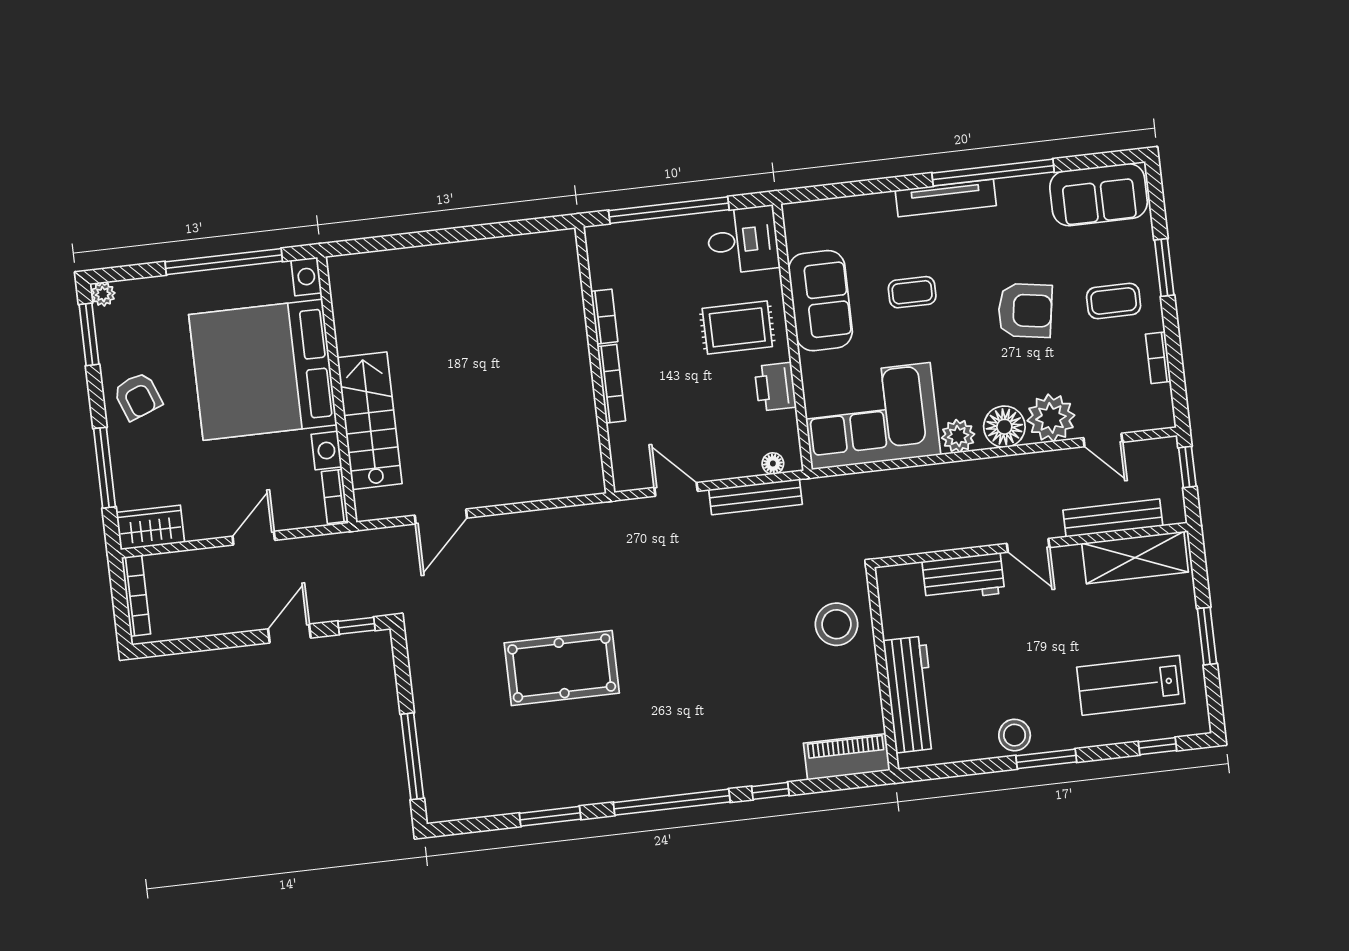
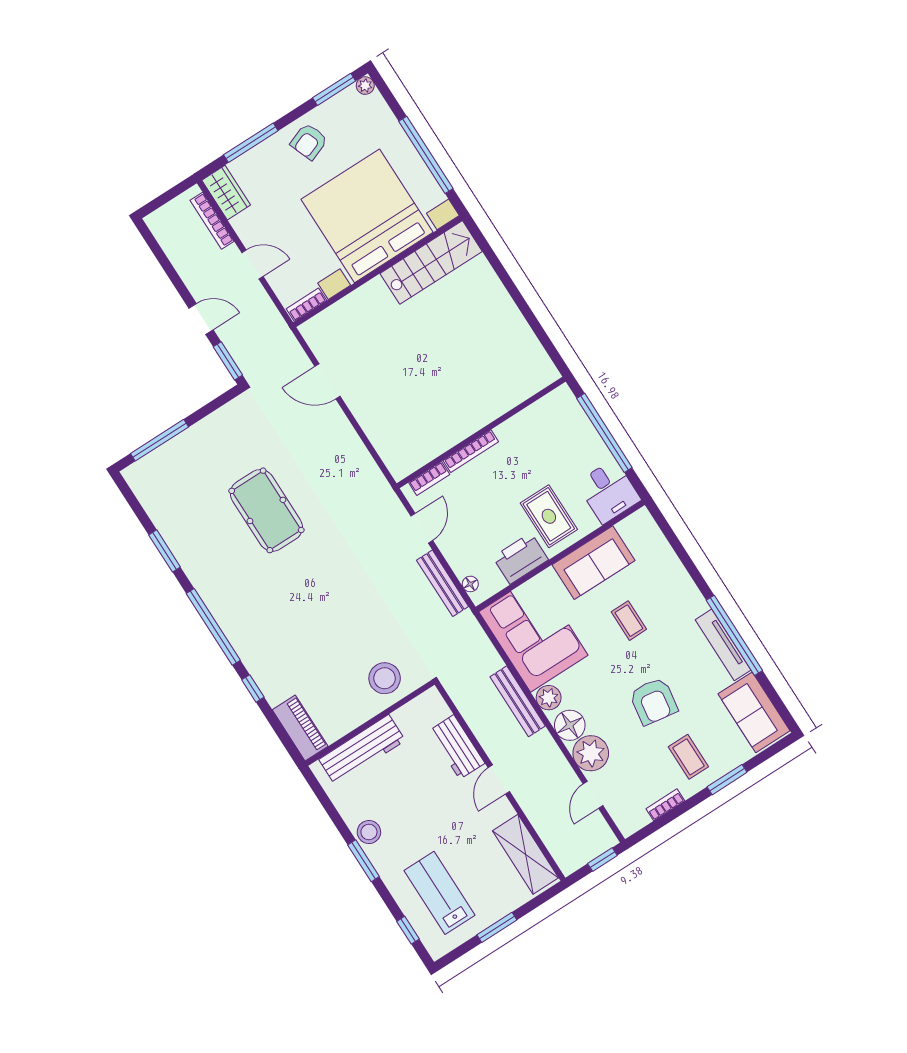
tv unit: (946, 198) -> (723, 645), moved
bookcase: (604, 317) -> (429, 478), moved
printer: (775, 387) -> (521, 558), width x1.37, depth x1.19
stairs: (370, 421) -> (431, 262), moved
bench: (1113, 518) -> (518, 701), moved
bookcase: (136, 596) -> (212, 221), moved, turned 90
window: (356, 626) -> (228, 361), width x1.50

